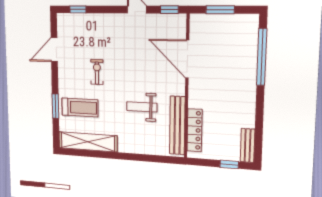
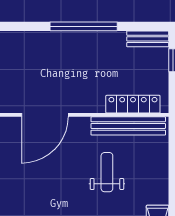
window: (262, 57) -> (84, 26), moved
weight bench: (142, 107) -> (107, 172), turned 180

